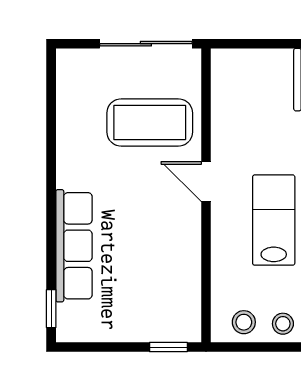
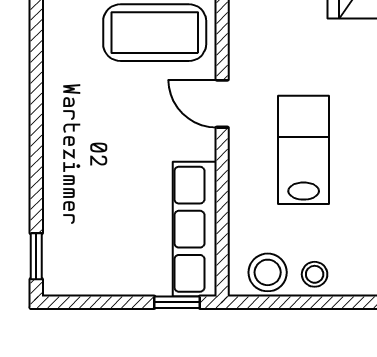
row of seats: (74, 246) -> (195, 229), moved, turned 180
stool: (244, 322) -> (268, 272), width x1.37, depth x1.37

